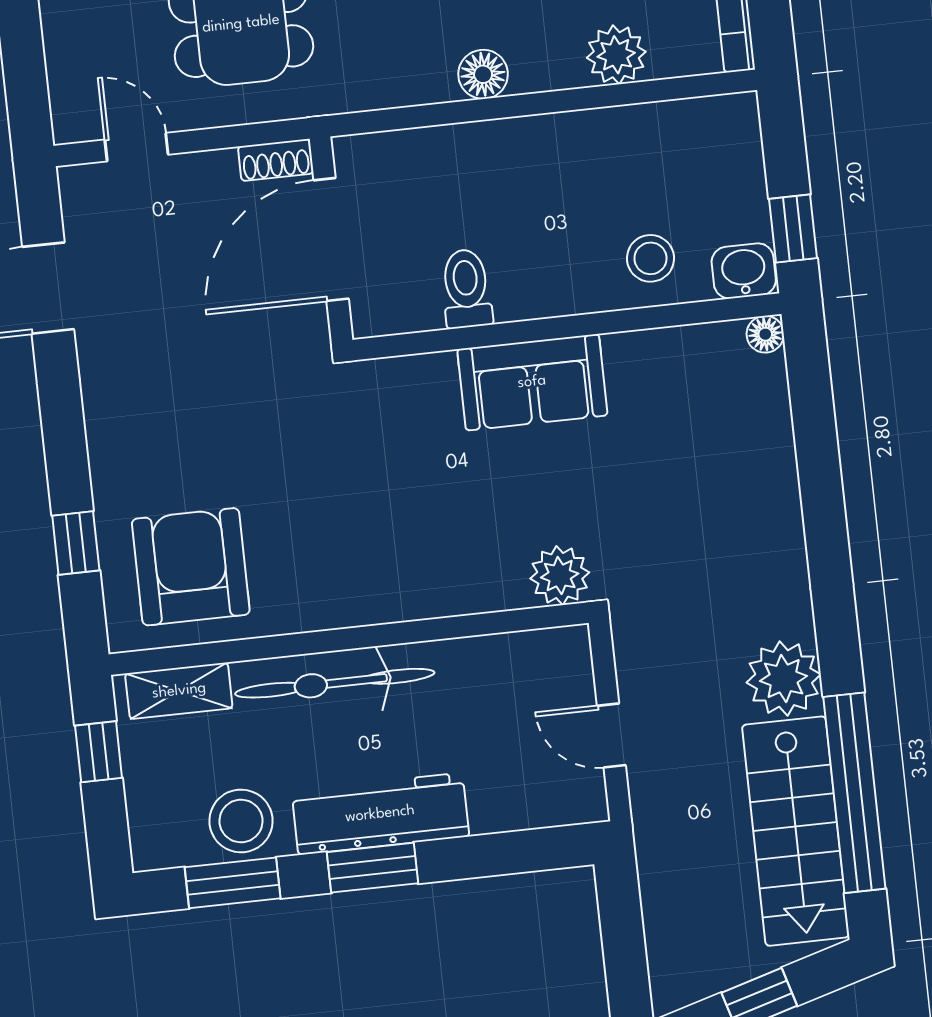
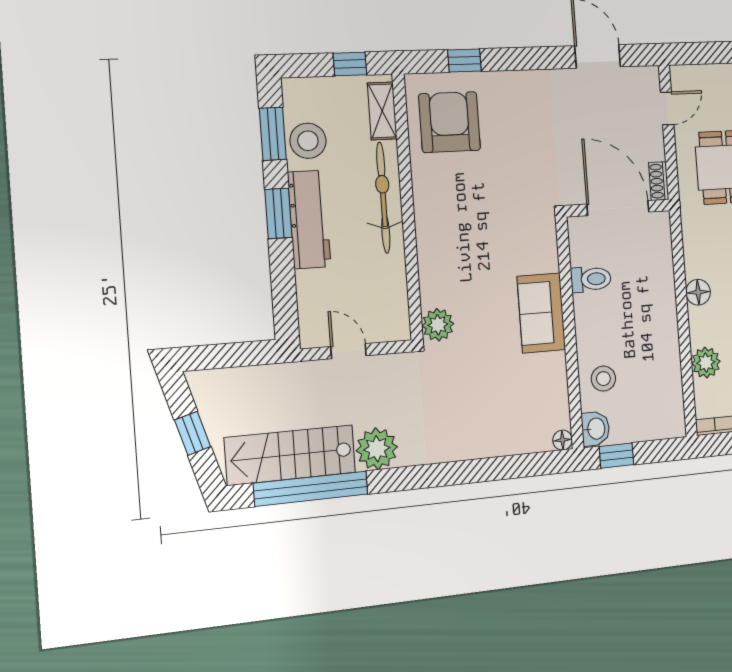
armchair: (191, 567) -> (450, 122), turned -90
door: (611, 735) -> (349, 351), hinge flipped

